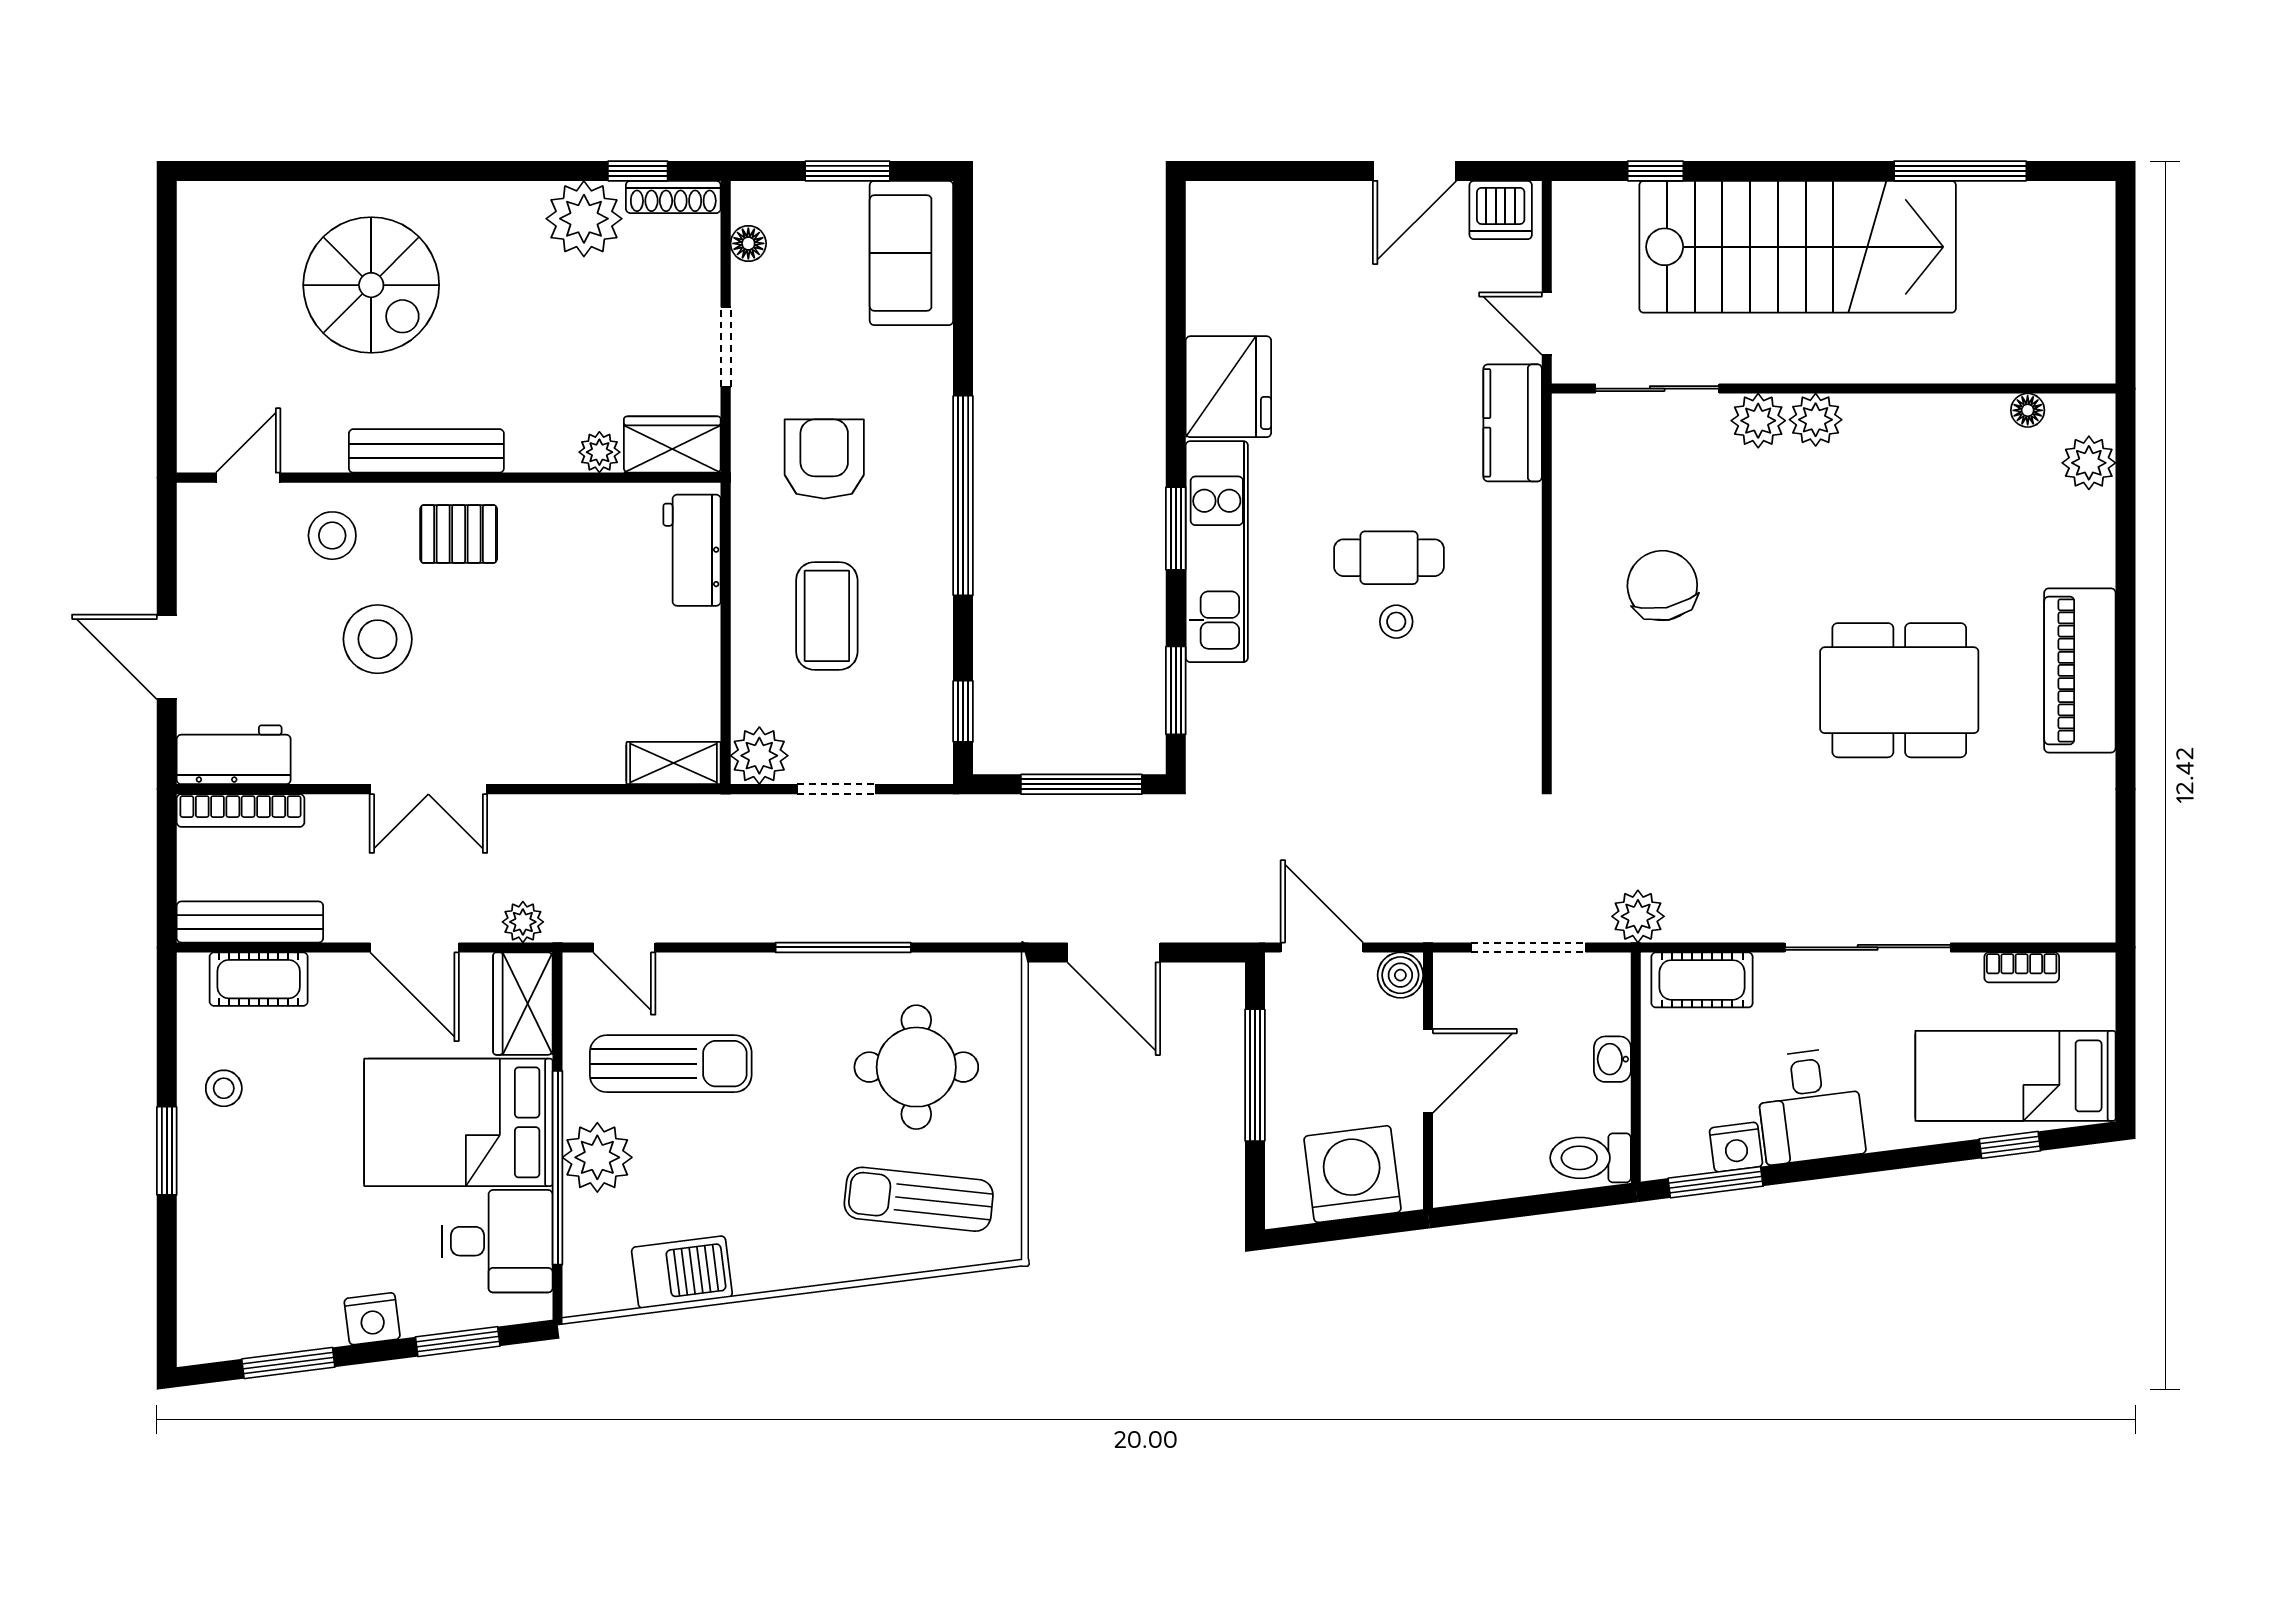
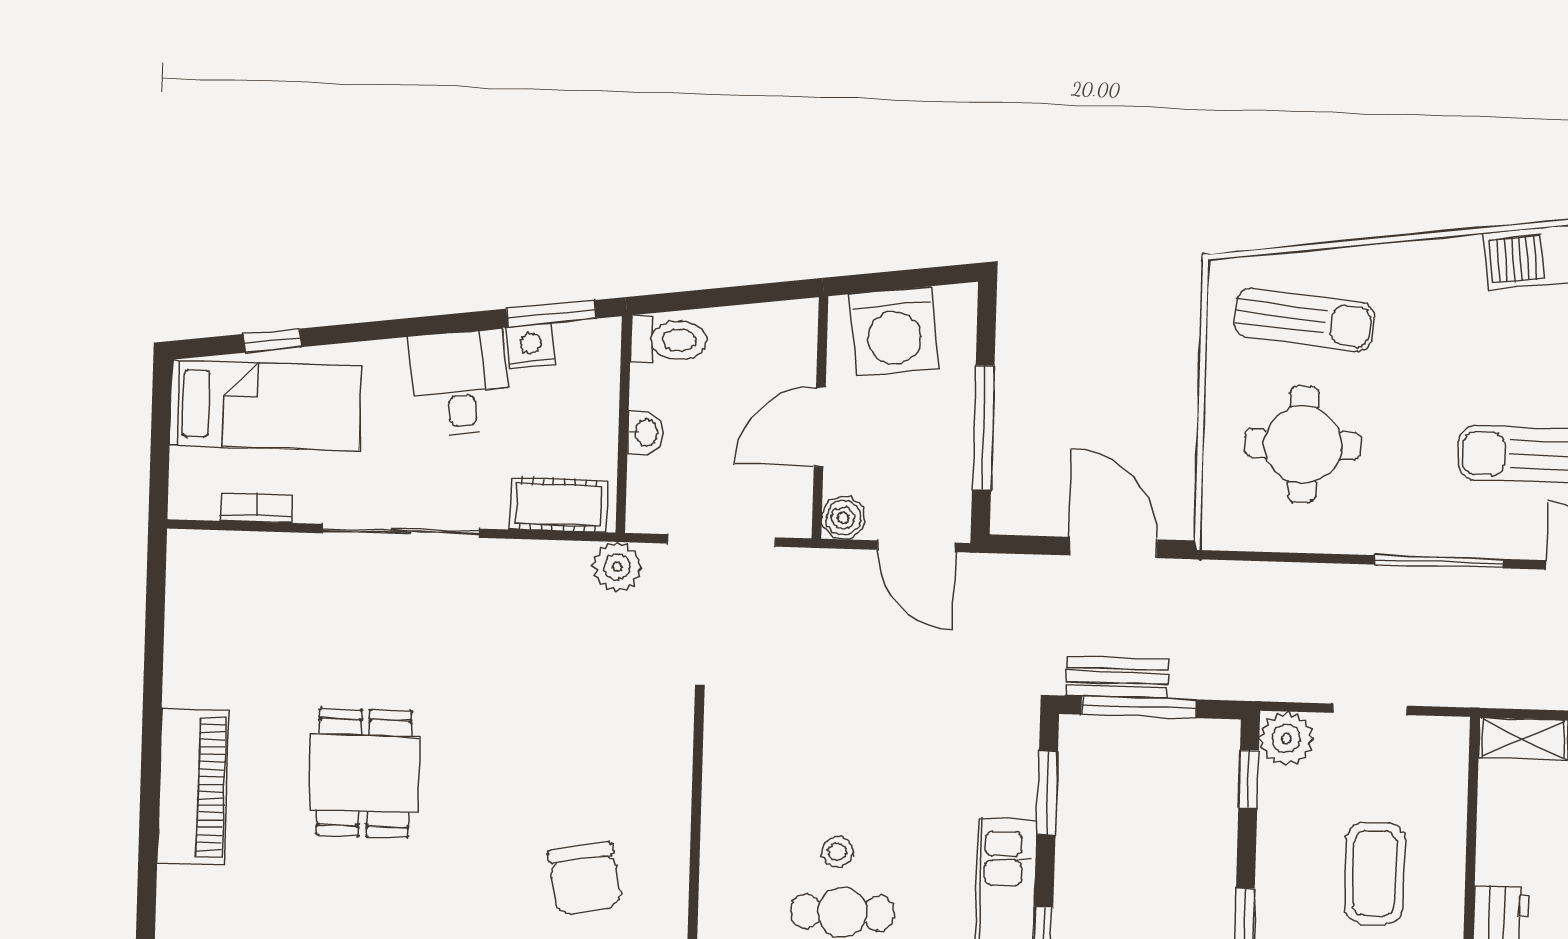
dining table: (1899, 690) -> (364, 773), width x0.73
plant: (759, 756) -> (1286, 739), moved
bench: (1105, 815) -> (1117, 678), added
window: (843, 947) -> (1439, 562), moved

